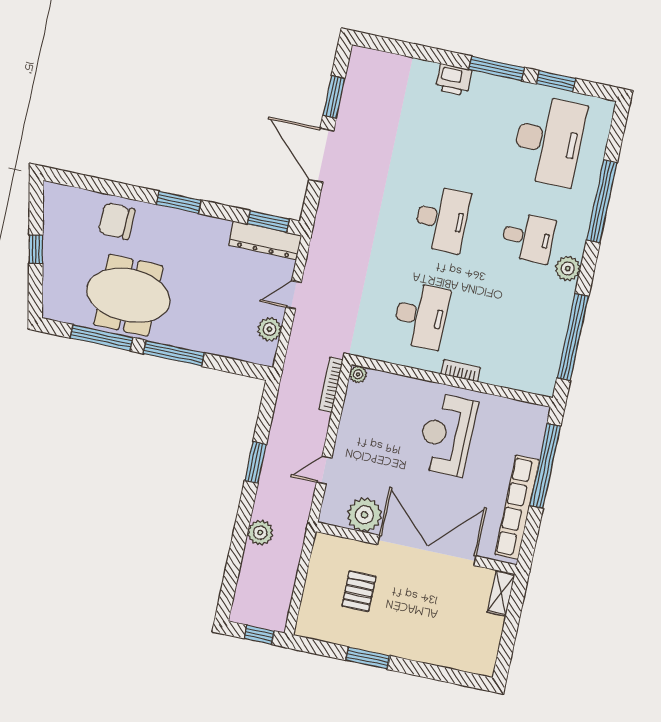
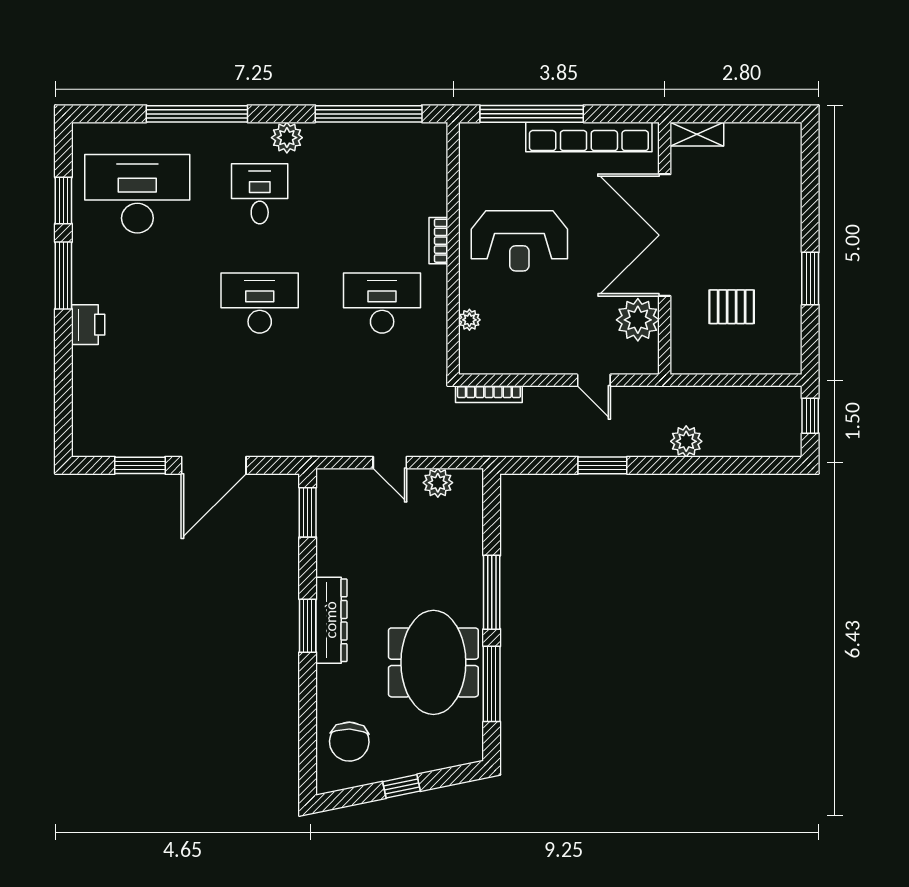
chair: (117, 221) -> (349, 742), moved
dresser: (265, 240) -> (331, 620), moved
plant: (358, 374) -> (469, 320), moved

